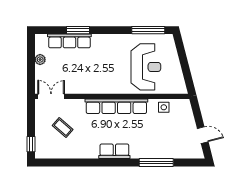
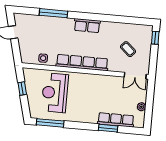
window: (186, 68) -> (22, 88), added

